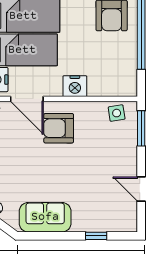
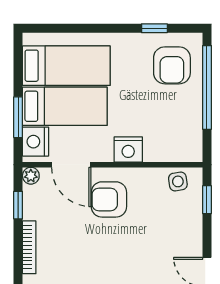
window: (141, 128) -> (207, 200), width x0.67

